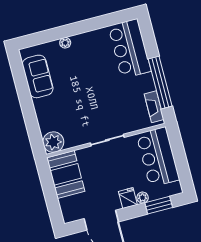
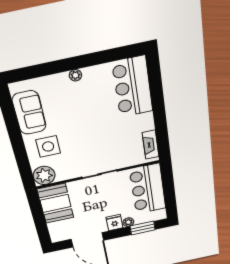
plant: (65, 43) -> (75, 75), moved
window: (160, 83) -> (160, 122), removed
side table: (56, 111) -> (48, 146), added

